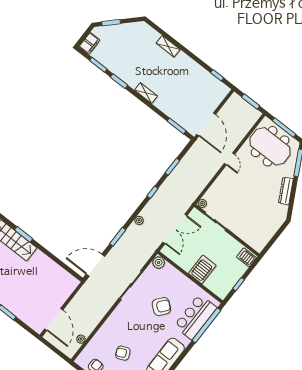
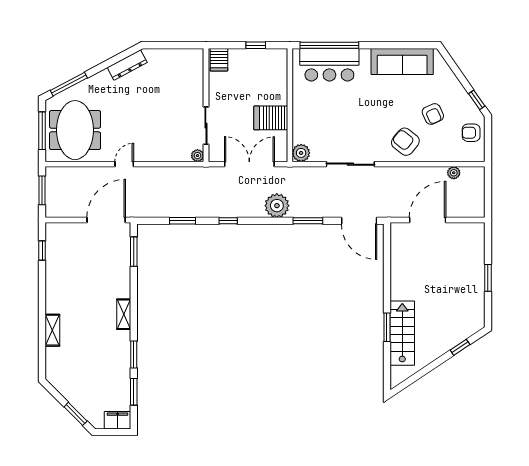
dresser: (286, 191) -> (127, 65), moved
plant: (139, 220) -> (277, 206), width x1.88, depth x1.88
server rack: (202, 269) -> (271, 118), moved
armchair: (161, 307) -> (405, 142), moved
door: (54, 319) -> (428, 220), moved

